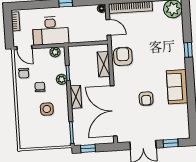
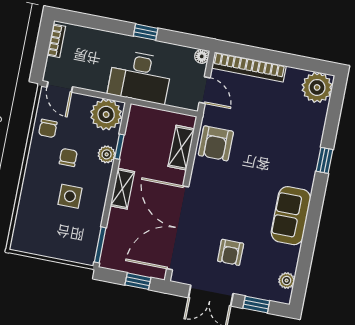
desk: (50, 31) -> (140, 77), moved
plant: (55, 52) -> (106, 114), width x1.88, depth x1.88
armchair: (123, 56) -> (216, 143), turned 180
armchair: (146, 99) -> (231, 252), moved
plant: (184, 125) -> (287, 281), added
window: (88, 148) -> (138, 281), moved

